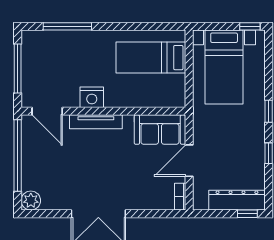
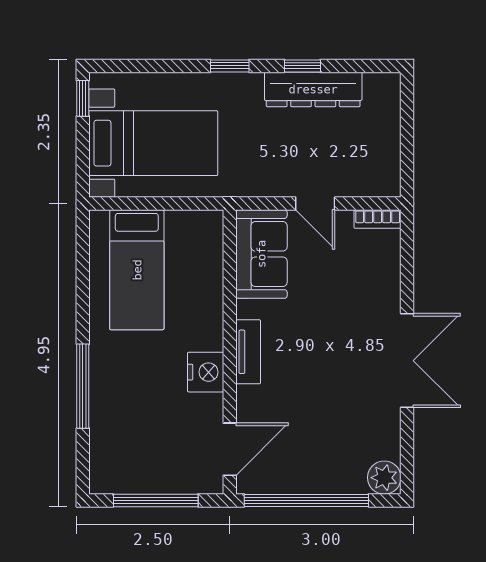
window: (67, 26) -> (83, 386), moved
tv unit: (96, 122) -> (248, 352), width x0.71
door: (189, 161) -> (315, 204), width x0.73
dresser: (237, 200) -> (313, 89), moved, turned -90
window: (247, 214) -> (407, 103), removed

